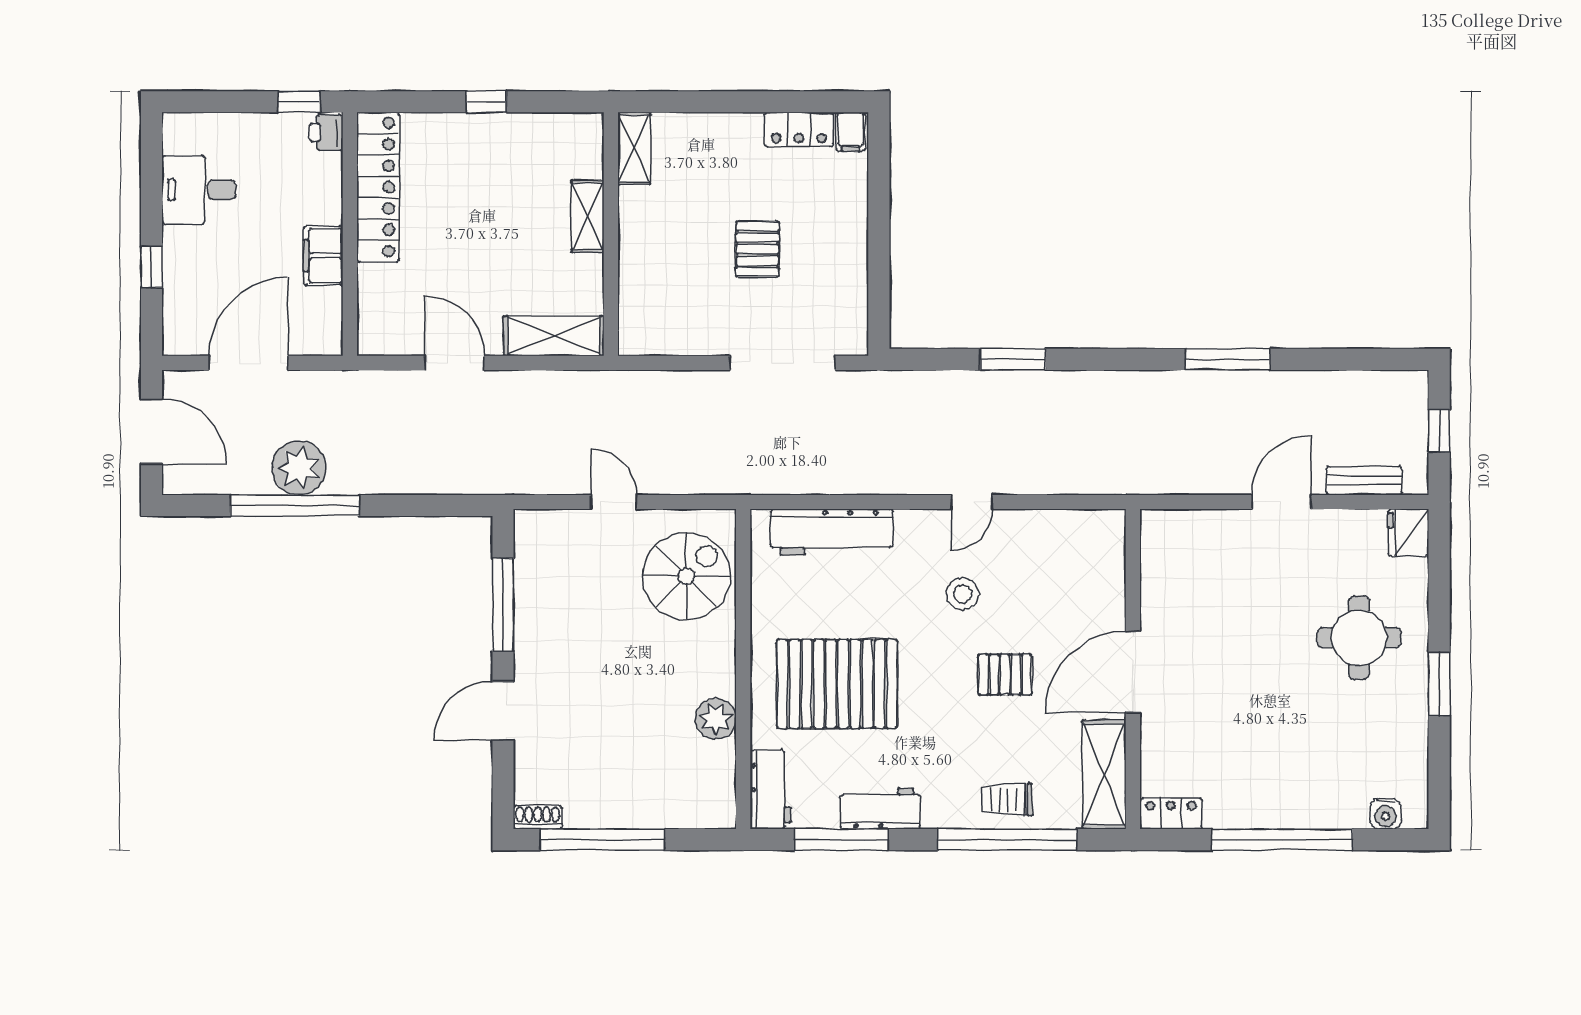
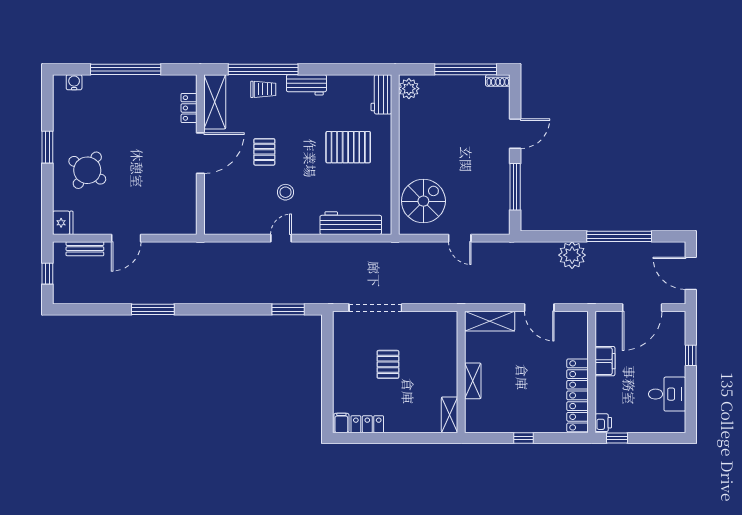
window: (1013, 359) -> (288, 309), moved
plant: (299, 468) -> (572, 255), moved
spiral stairs: (686, 576) -> (423, 201), turned 180
round table: (1359, 638) -> (87, 170), turned 34
pallet: (1005, 674) -> (264, 152), turned 90
pallet: (837, 684) -> (348, 147), width x0.73, depth x0.71
plant: (716, 719) -> (409, 89), moved
workbench: (880, 809) -> (306, 85), moved
locker: (1171, 813) -> (189, 108), moved, turned 90
window: (841, 840) -> (346, 69), removed

